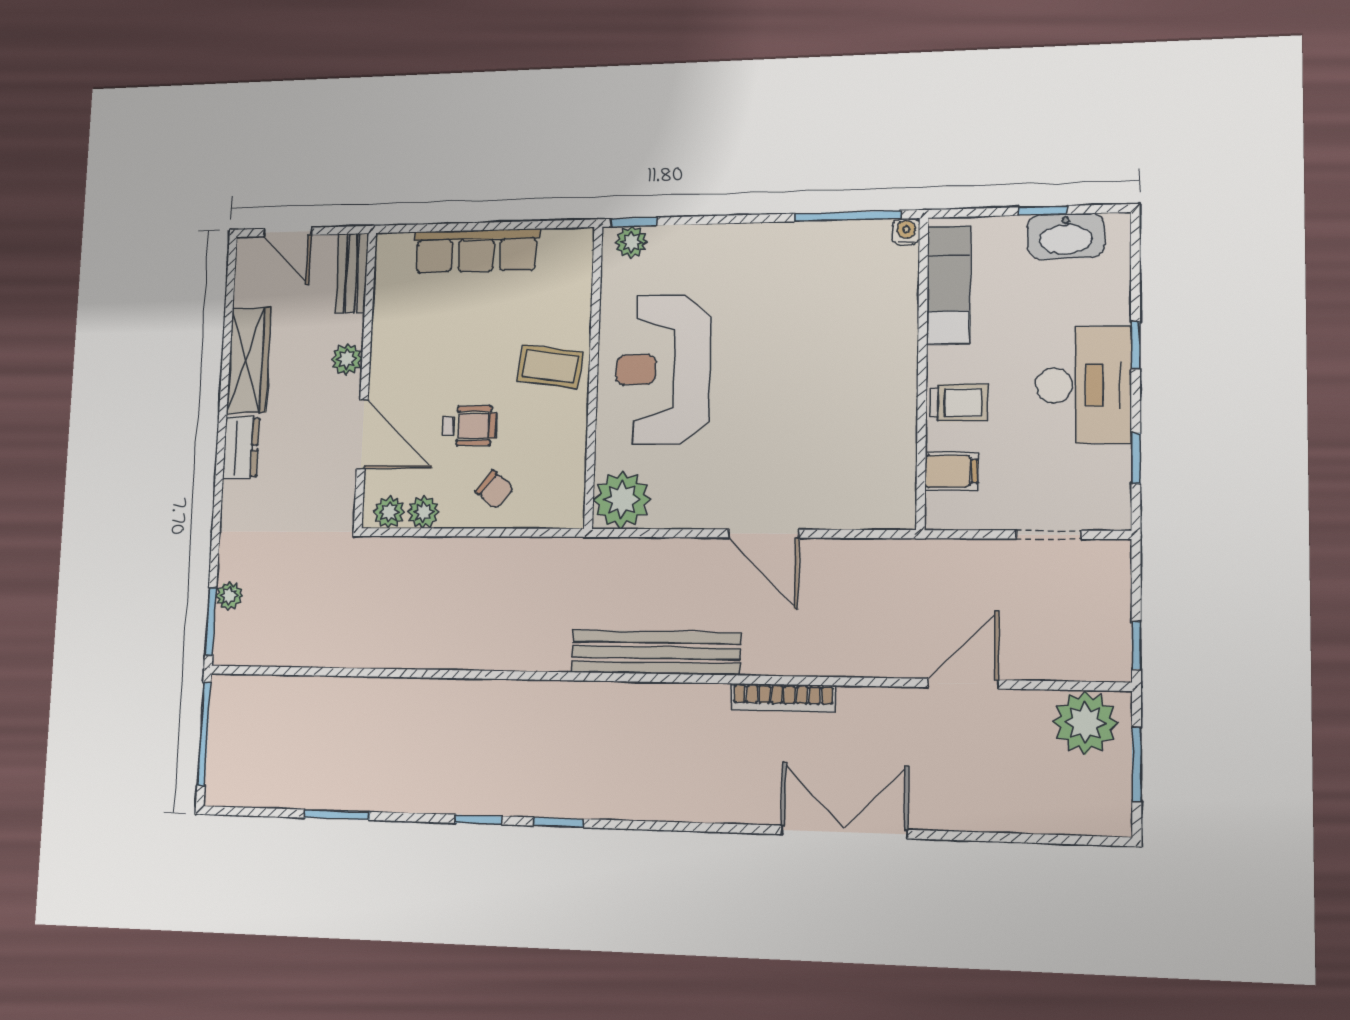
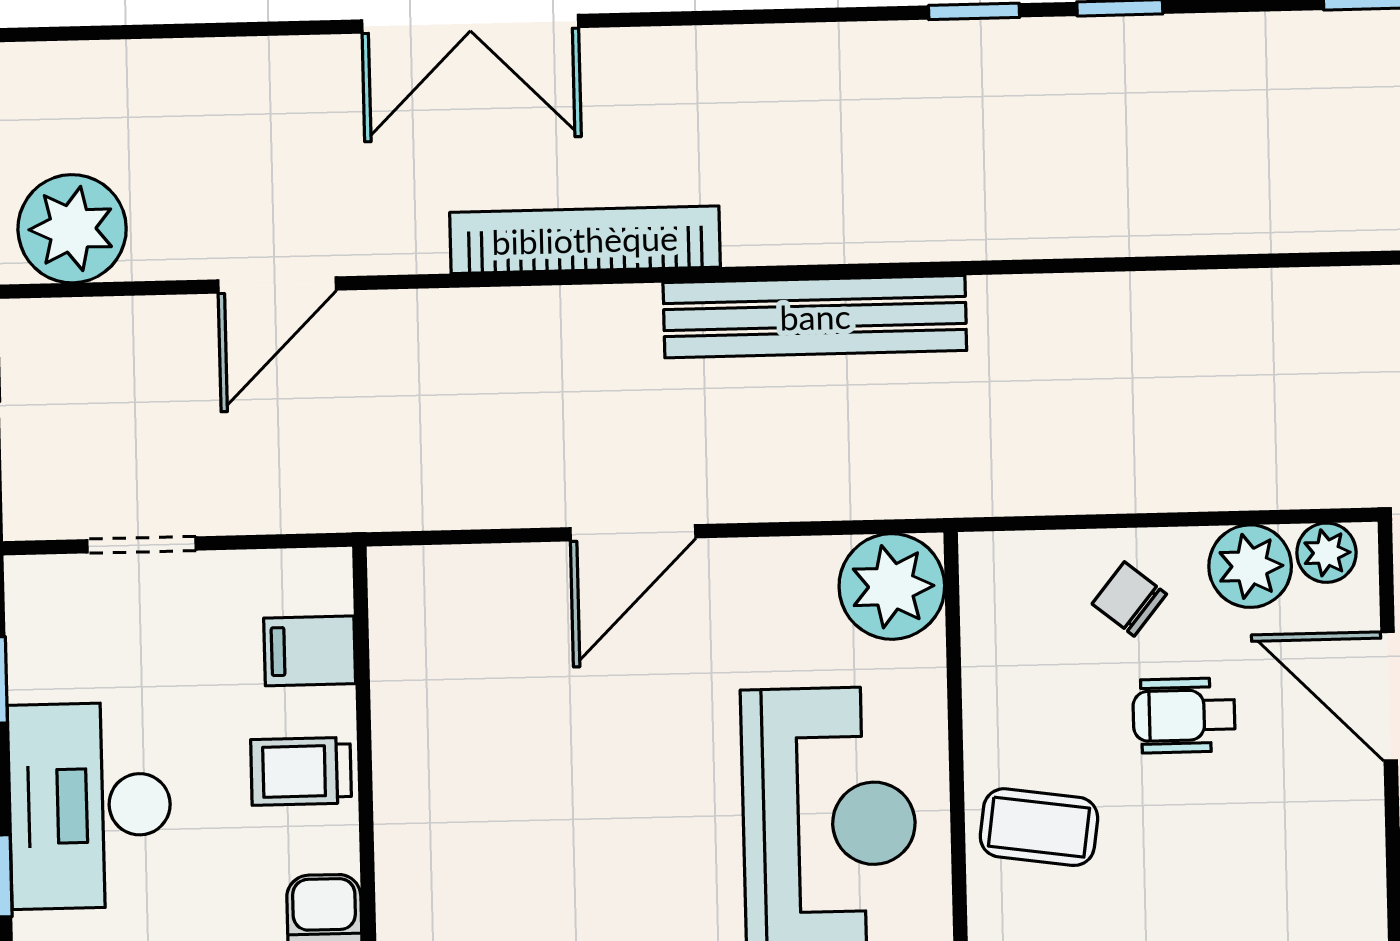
plant: (423, 512) -> (1250, 566), width x1.38, depth x1.38
door: (764, 534) -> (633, 533), swing flipped
bookcase: (783, 698) -> (585, 240), width x1.48, depth x1.31

